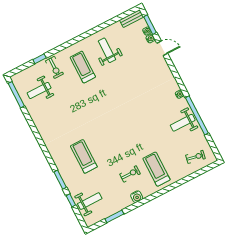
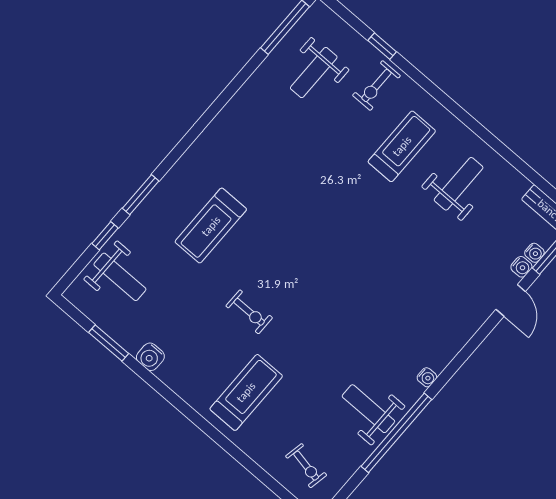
weight bench: (39, 90) -> (314, 73), turned -90
treadmill: (84, 156) -> (211, 226), turned 180
exercise bike: (130, 174) -> (249, 312), moved
water cooler: (137, 197) -> (150, 357), moved

